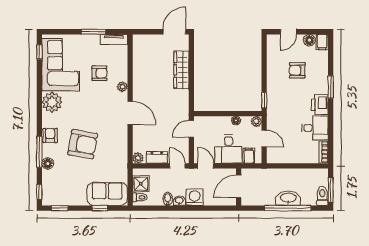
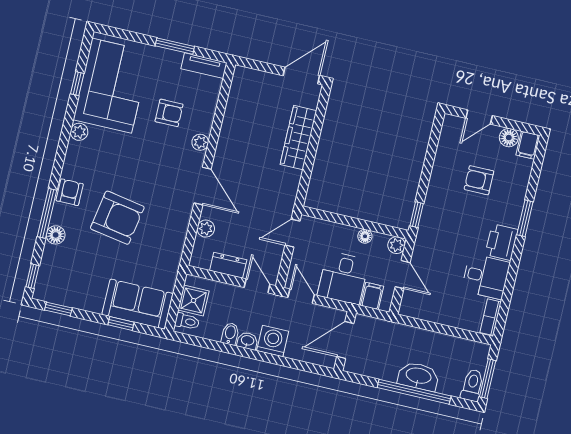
window: (39, 52) -> (77, 84), moved
plant: (52, 102) -> (79, 132), width x0.53, depth x0.53
plant: (138, 158) -> (206, 229), moved

